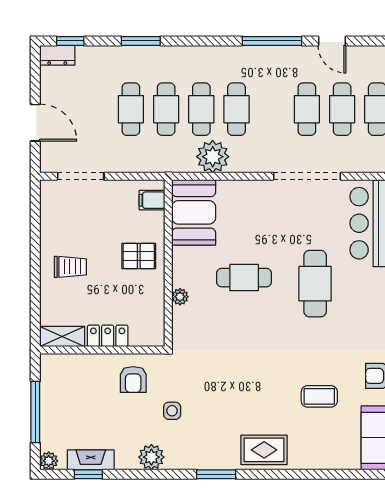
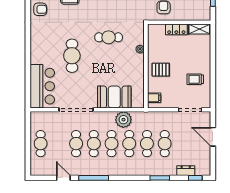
dresser: (57, 55) -> (186, 171), moved
cafe table: (342, 109) -> (94, 144), moved
booth: (194, 212) -> (114, 97), moved, turned 90
trolley: (70, 267) -> (195, 79), moved
cafe table: (244, 278) -> (109, 37), moved

